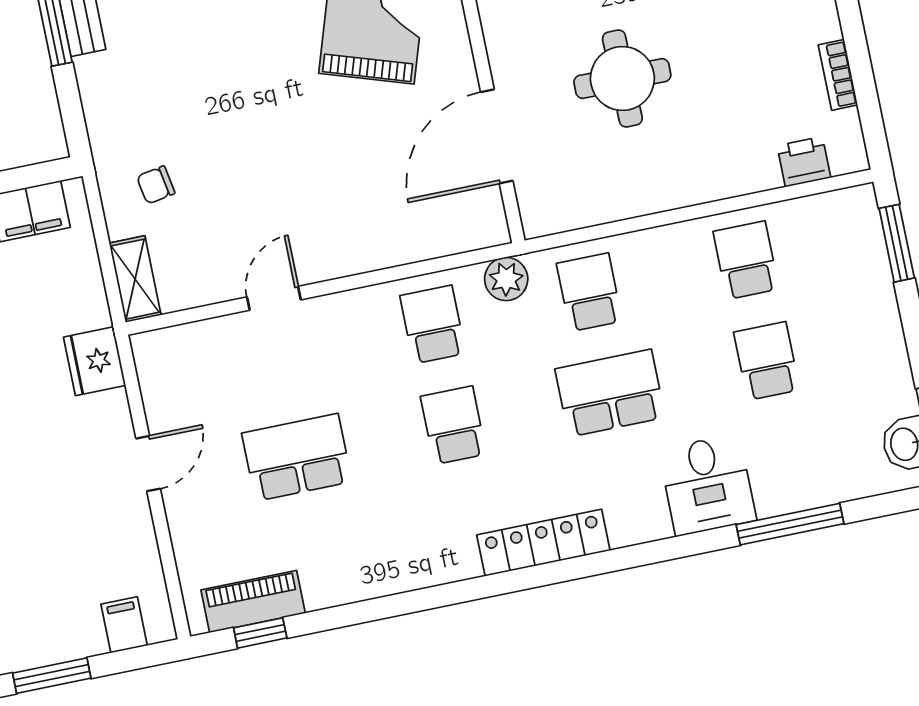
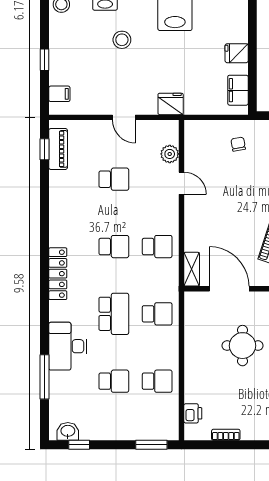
shelving: (135, 279) -> (192, 269), moved, turned 90
plant: (506, 279) -> (170, 154), moved
school desk: (297, 457) -> (114, 179), width x0.54
desk: (707, 485) -> (68, 346), width x1.37
window: (52, 676) -> (45, 60), width x0.67

